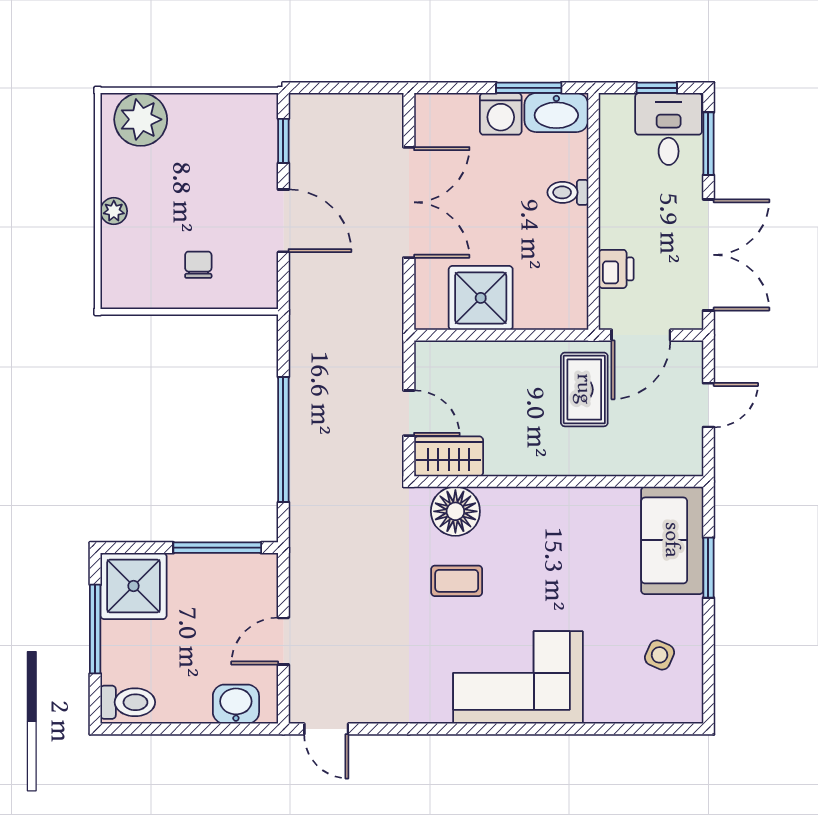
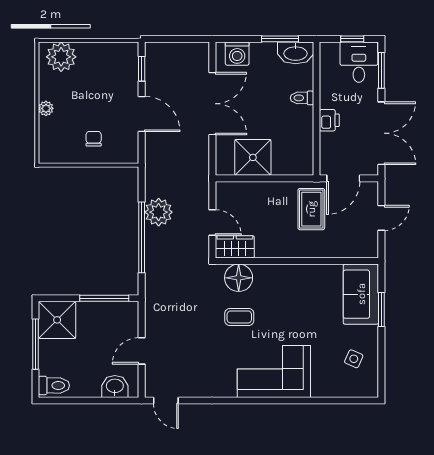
washing machine: (501, 114) -> (237, 54), moved
printer: (616, 269) -> (329, 120), moved
plant: (313, 395) -> (159, 212), added

